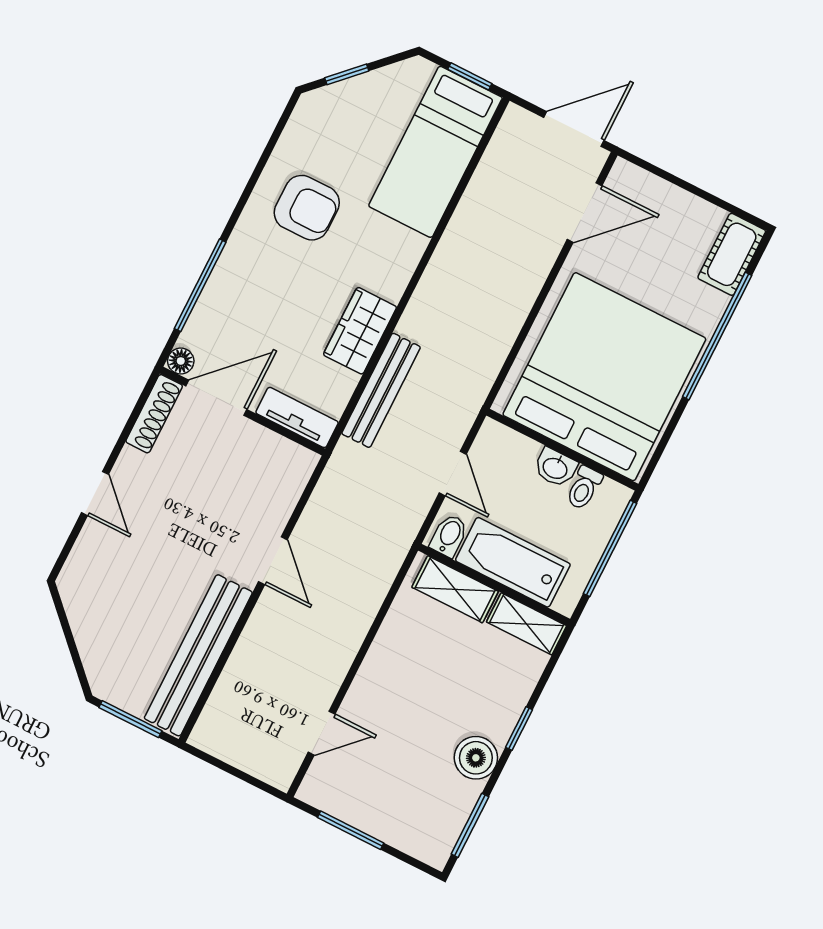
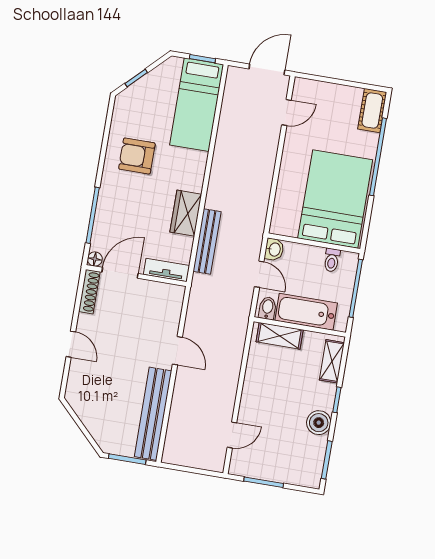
armchair: (307, 208) -> (137, 156), turned 180
door: (585, 213) -> (286, 113), width x0.73
bed: (604, 377) -> (335, 199), width x0.73
washbasin: (555, 468) -> (274, 249), moved, turned -90
shelving: (526, 624) -> (332, 361), moved, turned 90

